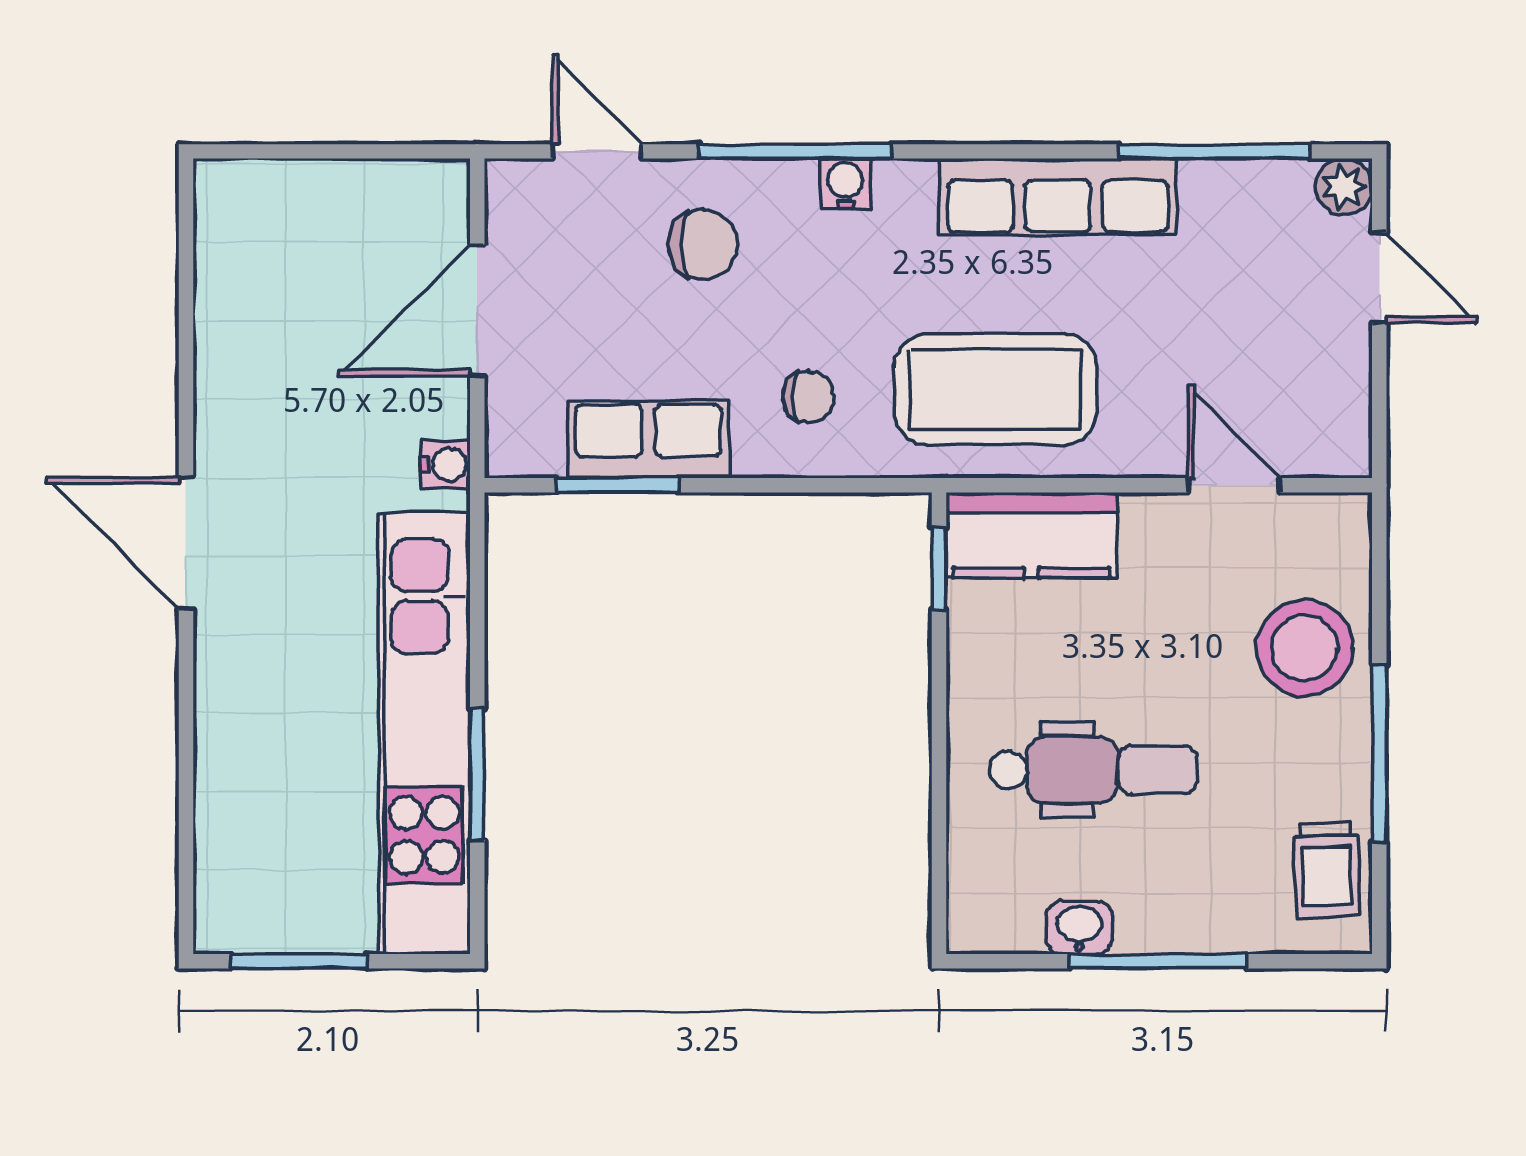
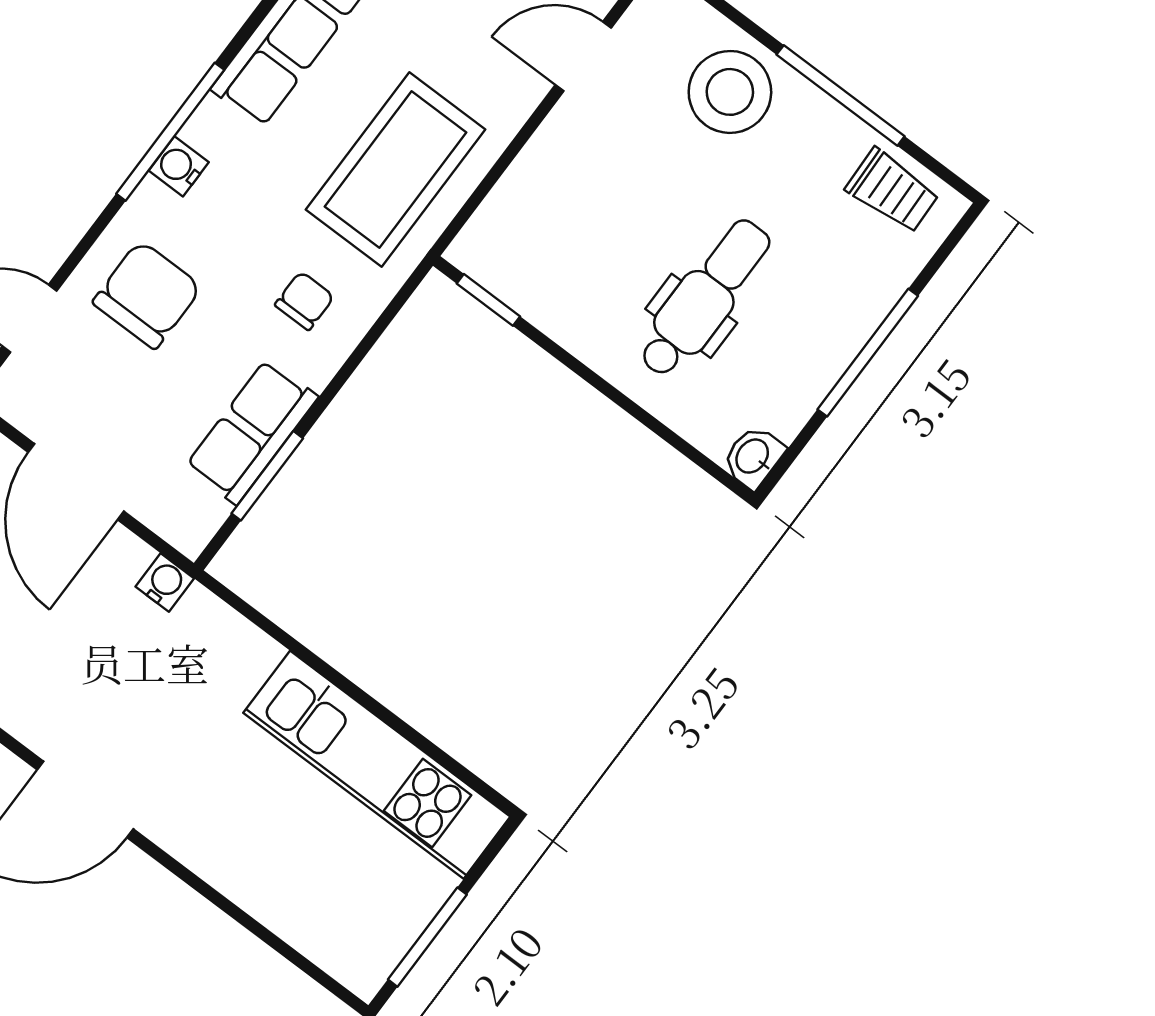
window: (795, 151) -> (170, 132), moved
chair: (703, 245) -> (147, 295), width x1.37, depth x1.37
kitchen counter: (1031, 535) -> (513, 220), removed
kitchen unit: (424, 733) -> (377, 765), width x0.73
window: (477, 775) -> (392, 720), removed
washbasin: (1079, 927) -> (753, 457), moved

